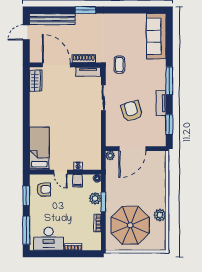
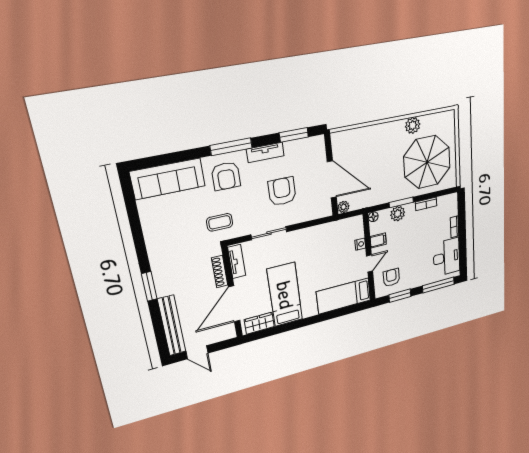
armchair: (150, 74) -> (226, 176), added
bed: (53, 103) -> (285, 295), added
armchair: (132, 111) -> (282, 191), turned 107

